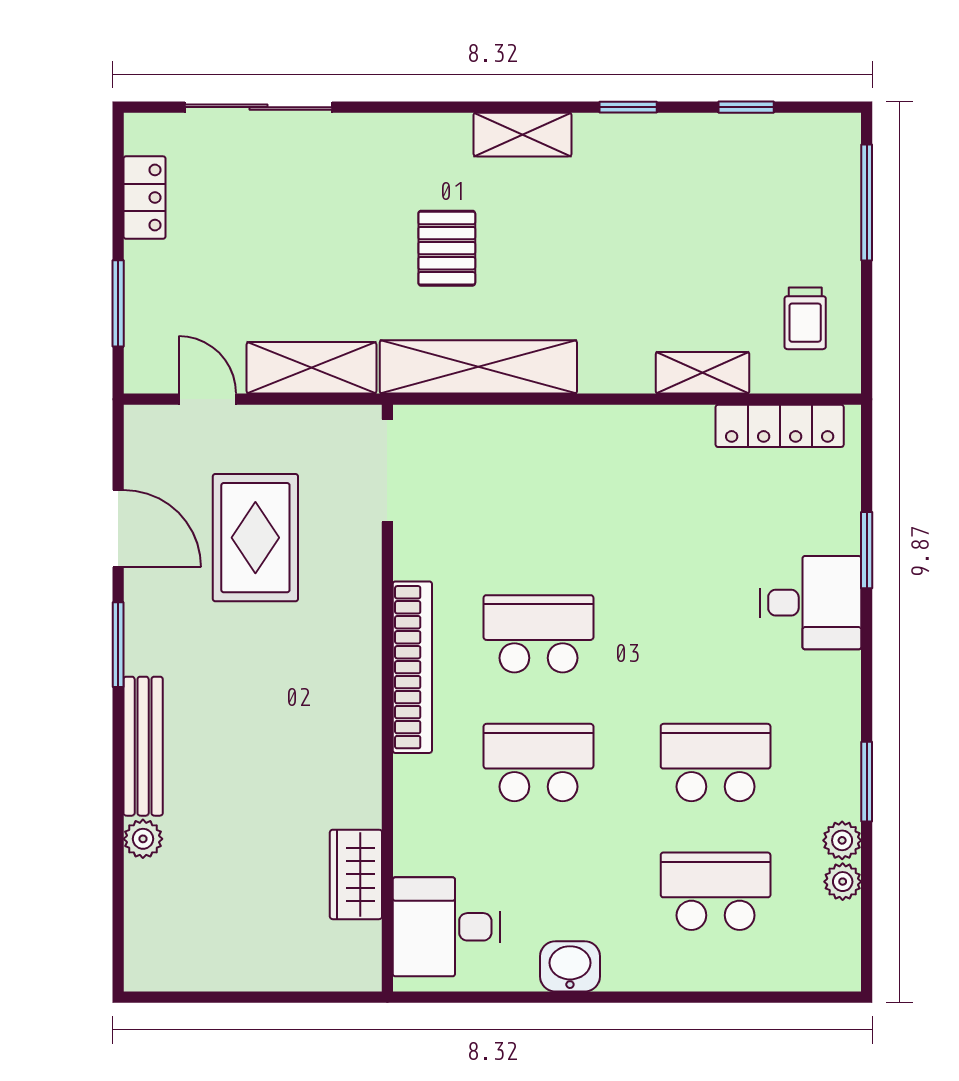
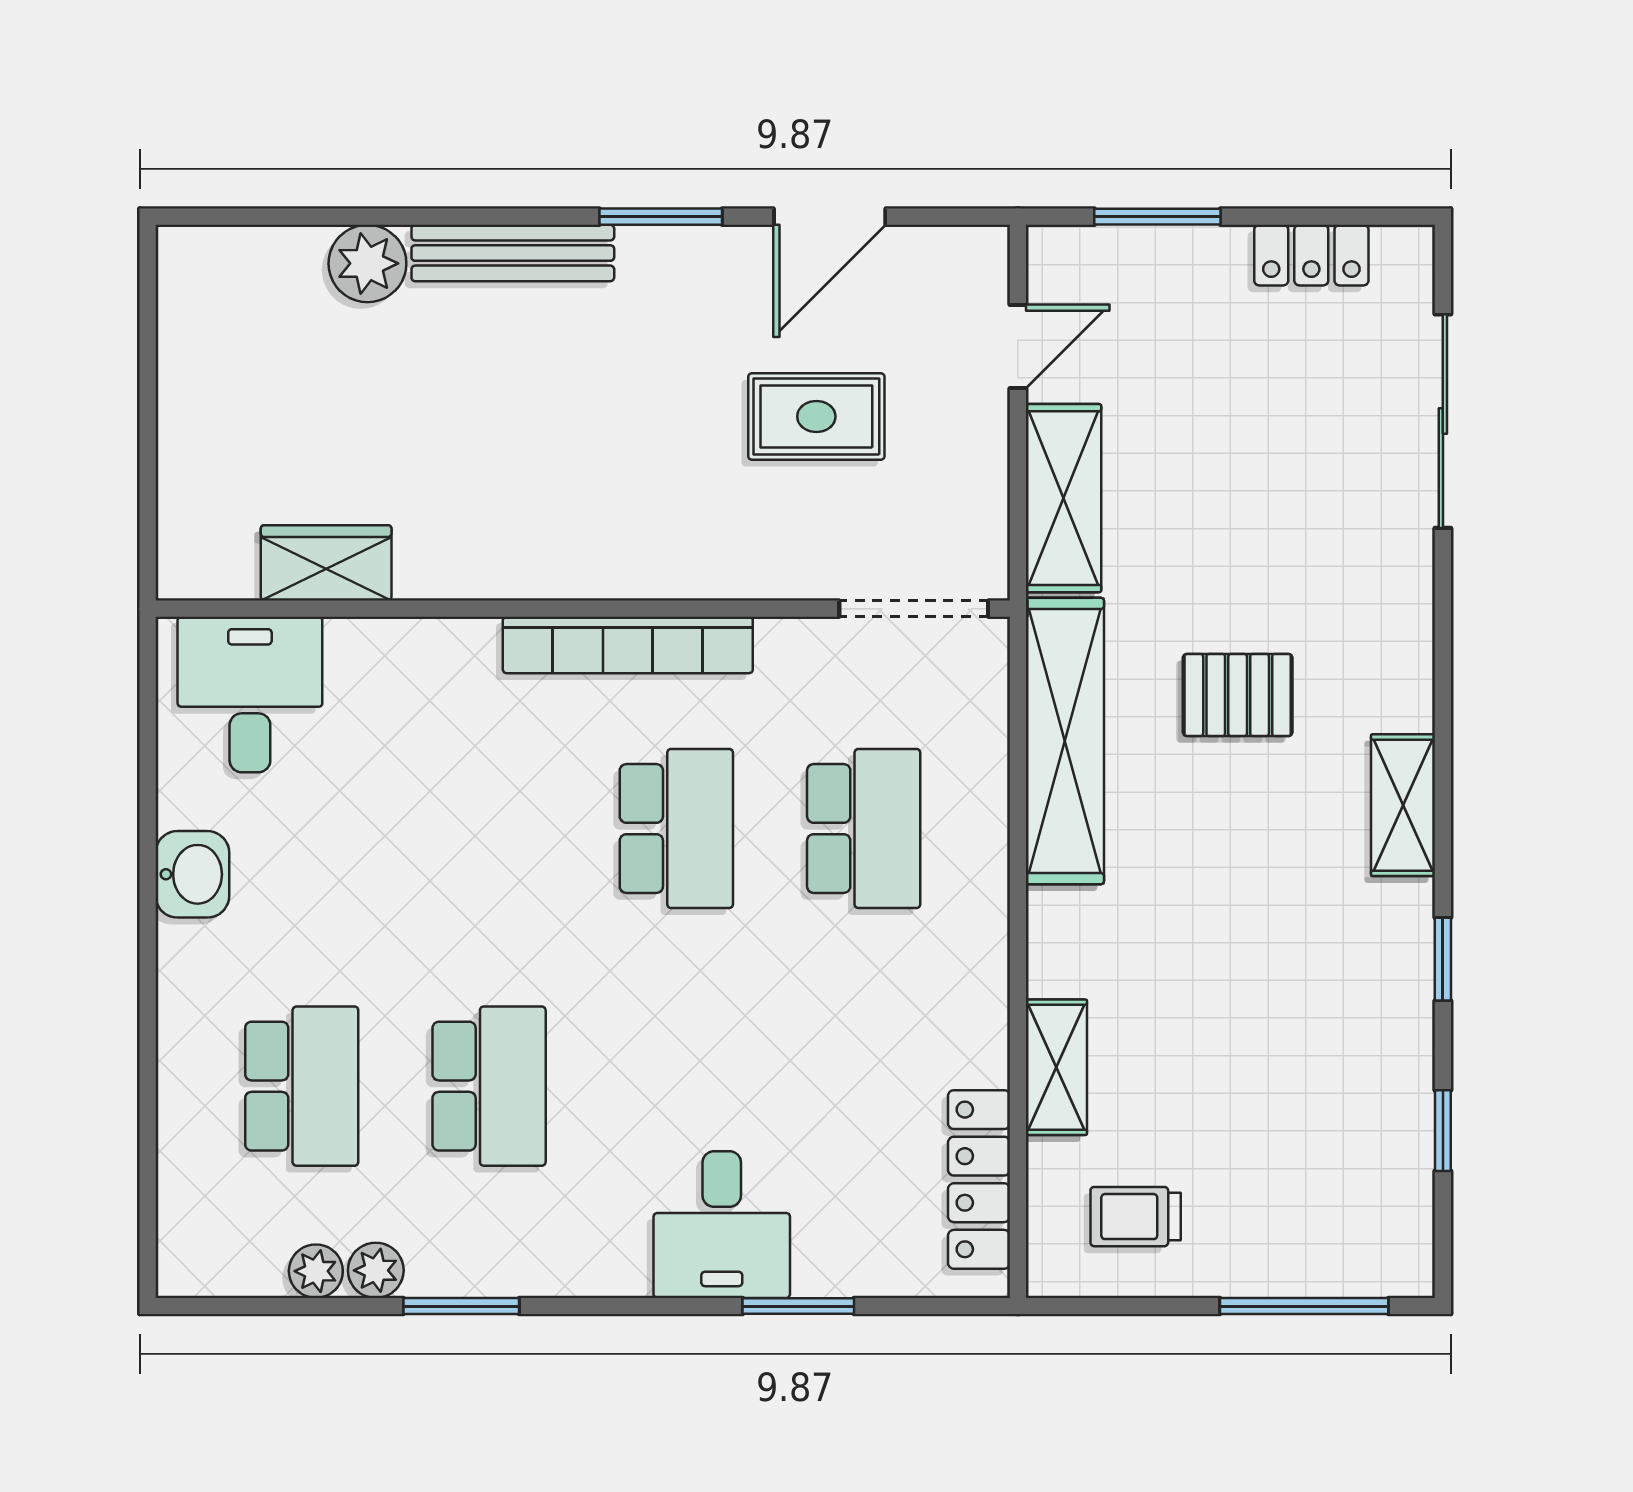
rug: (255, 538) -> (816, 417), width x0.73, depth x0.70
school desk: (538, 763) -> (864, 828), moved
plant: (143, 839) -> (367, 263), width x1.38, depth x1.38

